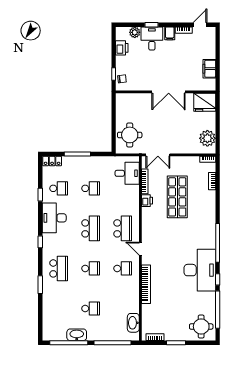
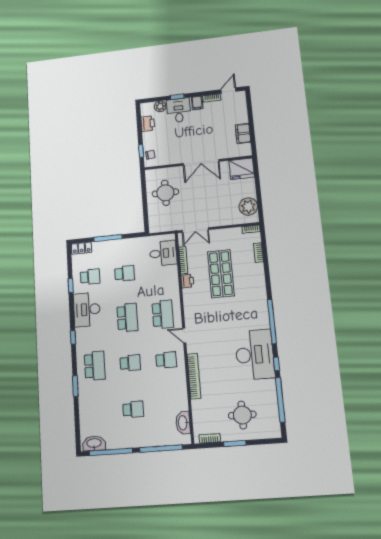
round table: (130, 135) -> (165, 193), moved
round table: (201, 326) -> (242, 415), moved
washbasin: (77, 335) -> (94, 443), moved

